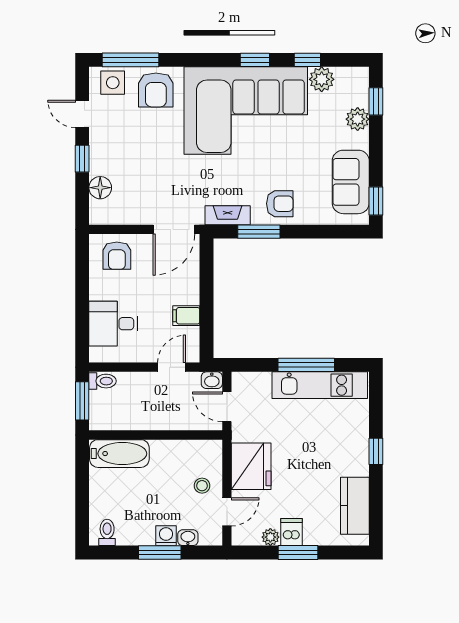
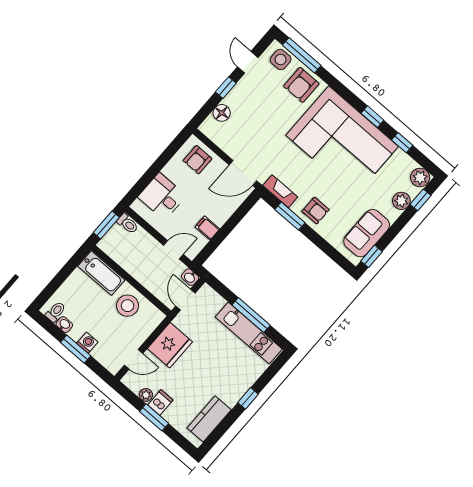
plant: (322, 79) -> (420, 177), moved
stool: (202, 486) -> (128, 306), moved, width x1.89, depth x1.89
washbasin: (188, 538) -> (64, 325), moved

